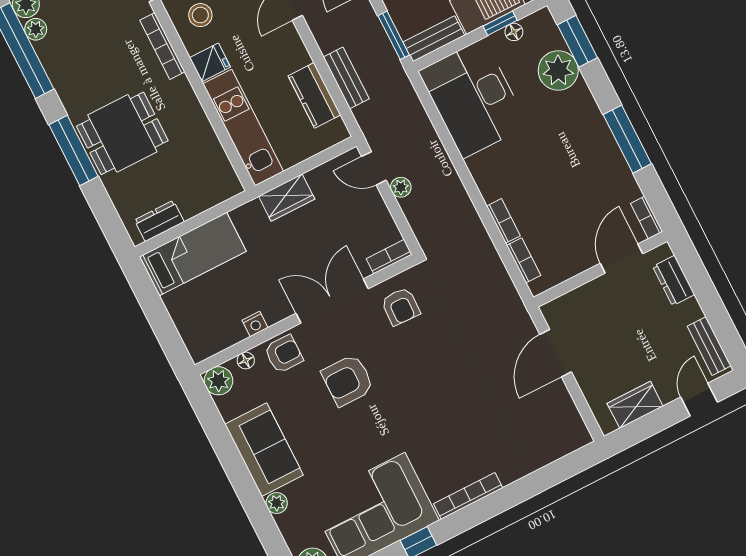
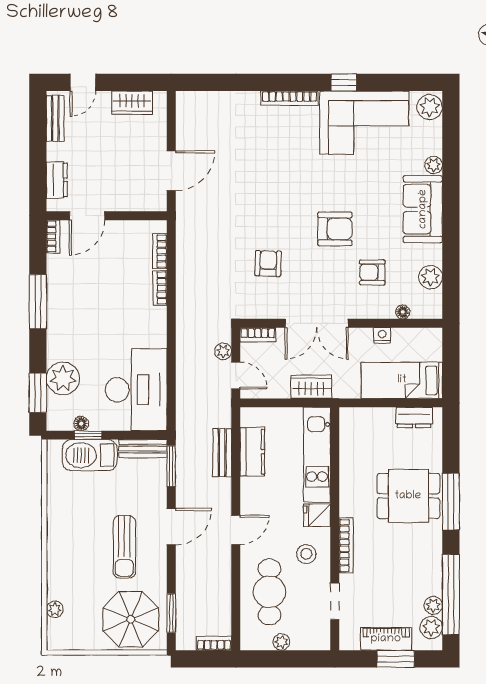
bookcase: (389, 257) -> (258, 335), moved
double door: (332, 301) -> (317, 323), moved
wall: (306, 315) -> (341, 323), moved
nightstand: (255, 324) -> (382, 335), moved
floor lamp: (246, 360) -> (403, 312), moved

